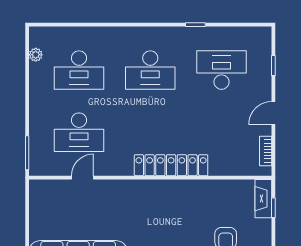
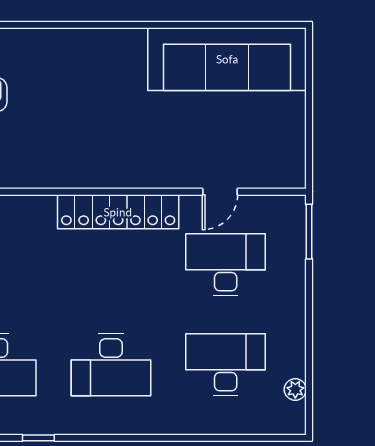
desk: (150, 70) -> (111, 365), turned 180
locker: (171, 165) -> (118, 212), moved

